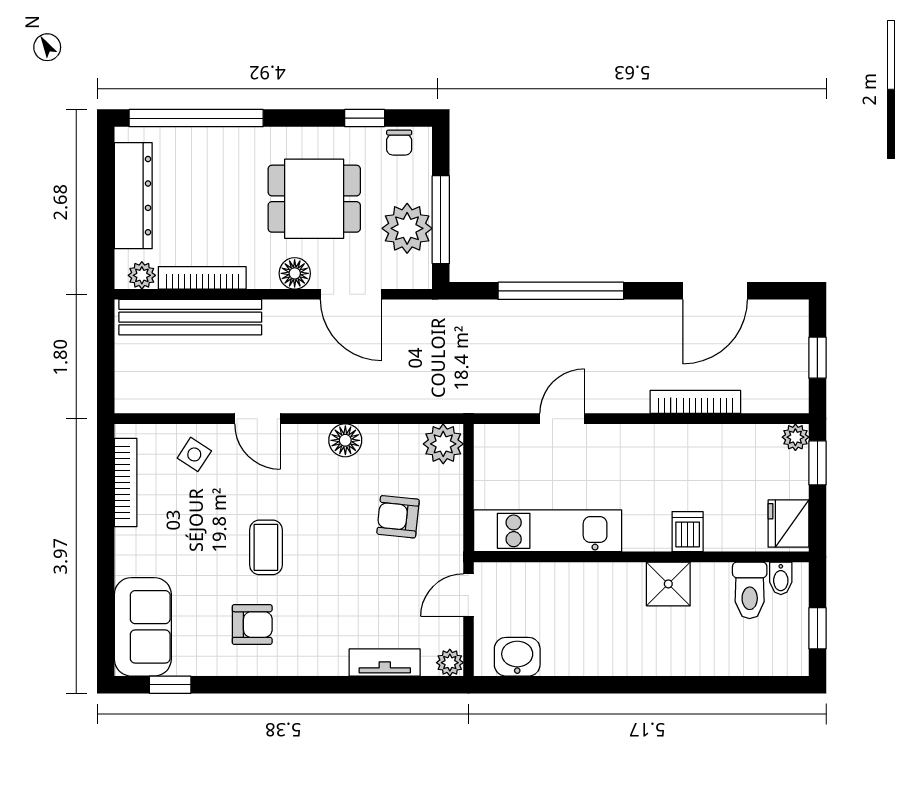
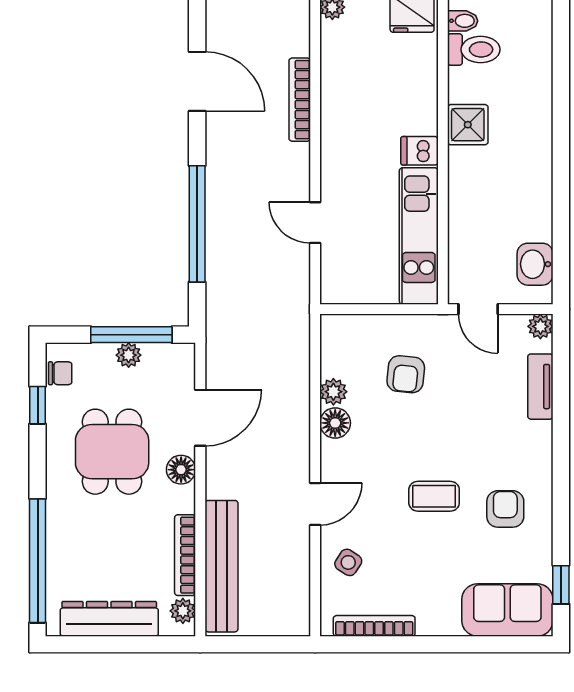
plant: (407, 228) -> (129, 355), width x0.53, depth x0.53
plant: (443, 444) -> (333, 392), moved, width x0.73, depth x0.73
dishwasher: (688, 532) -> (420, 151), moved

